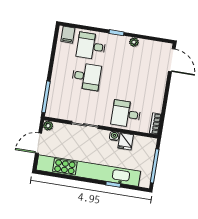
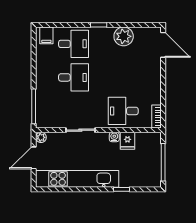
plant: (134, 42) -> (124, 36), width x1.88, depth x1.88
desk: (91, 46) -> (74, 44), turned 180
kitchen unit: (88, 171) -> (77, 179), width x0.73

